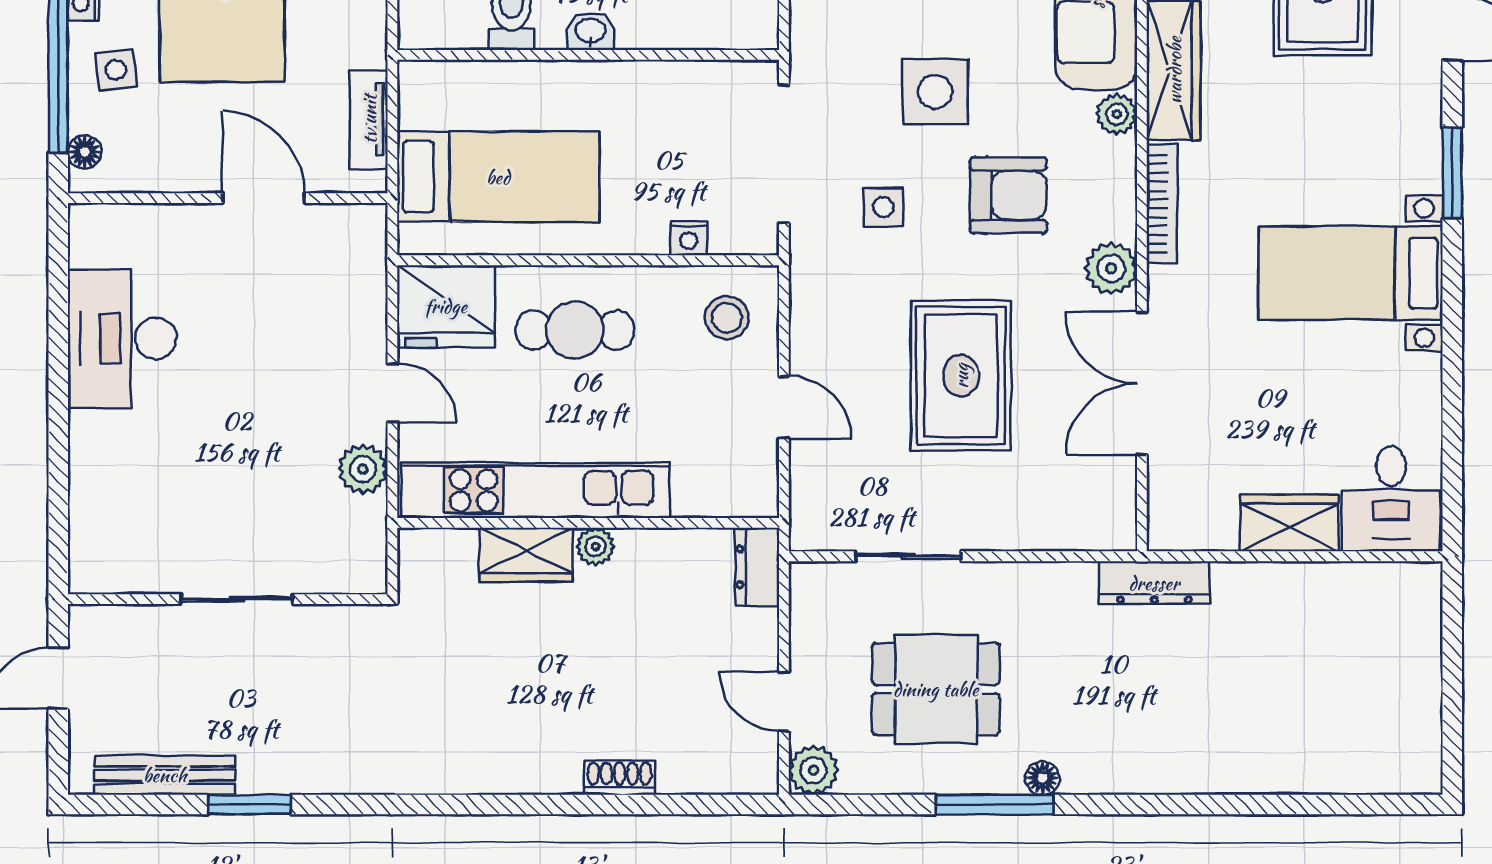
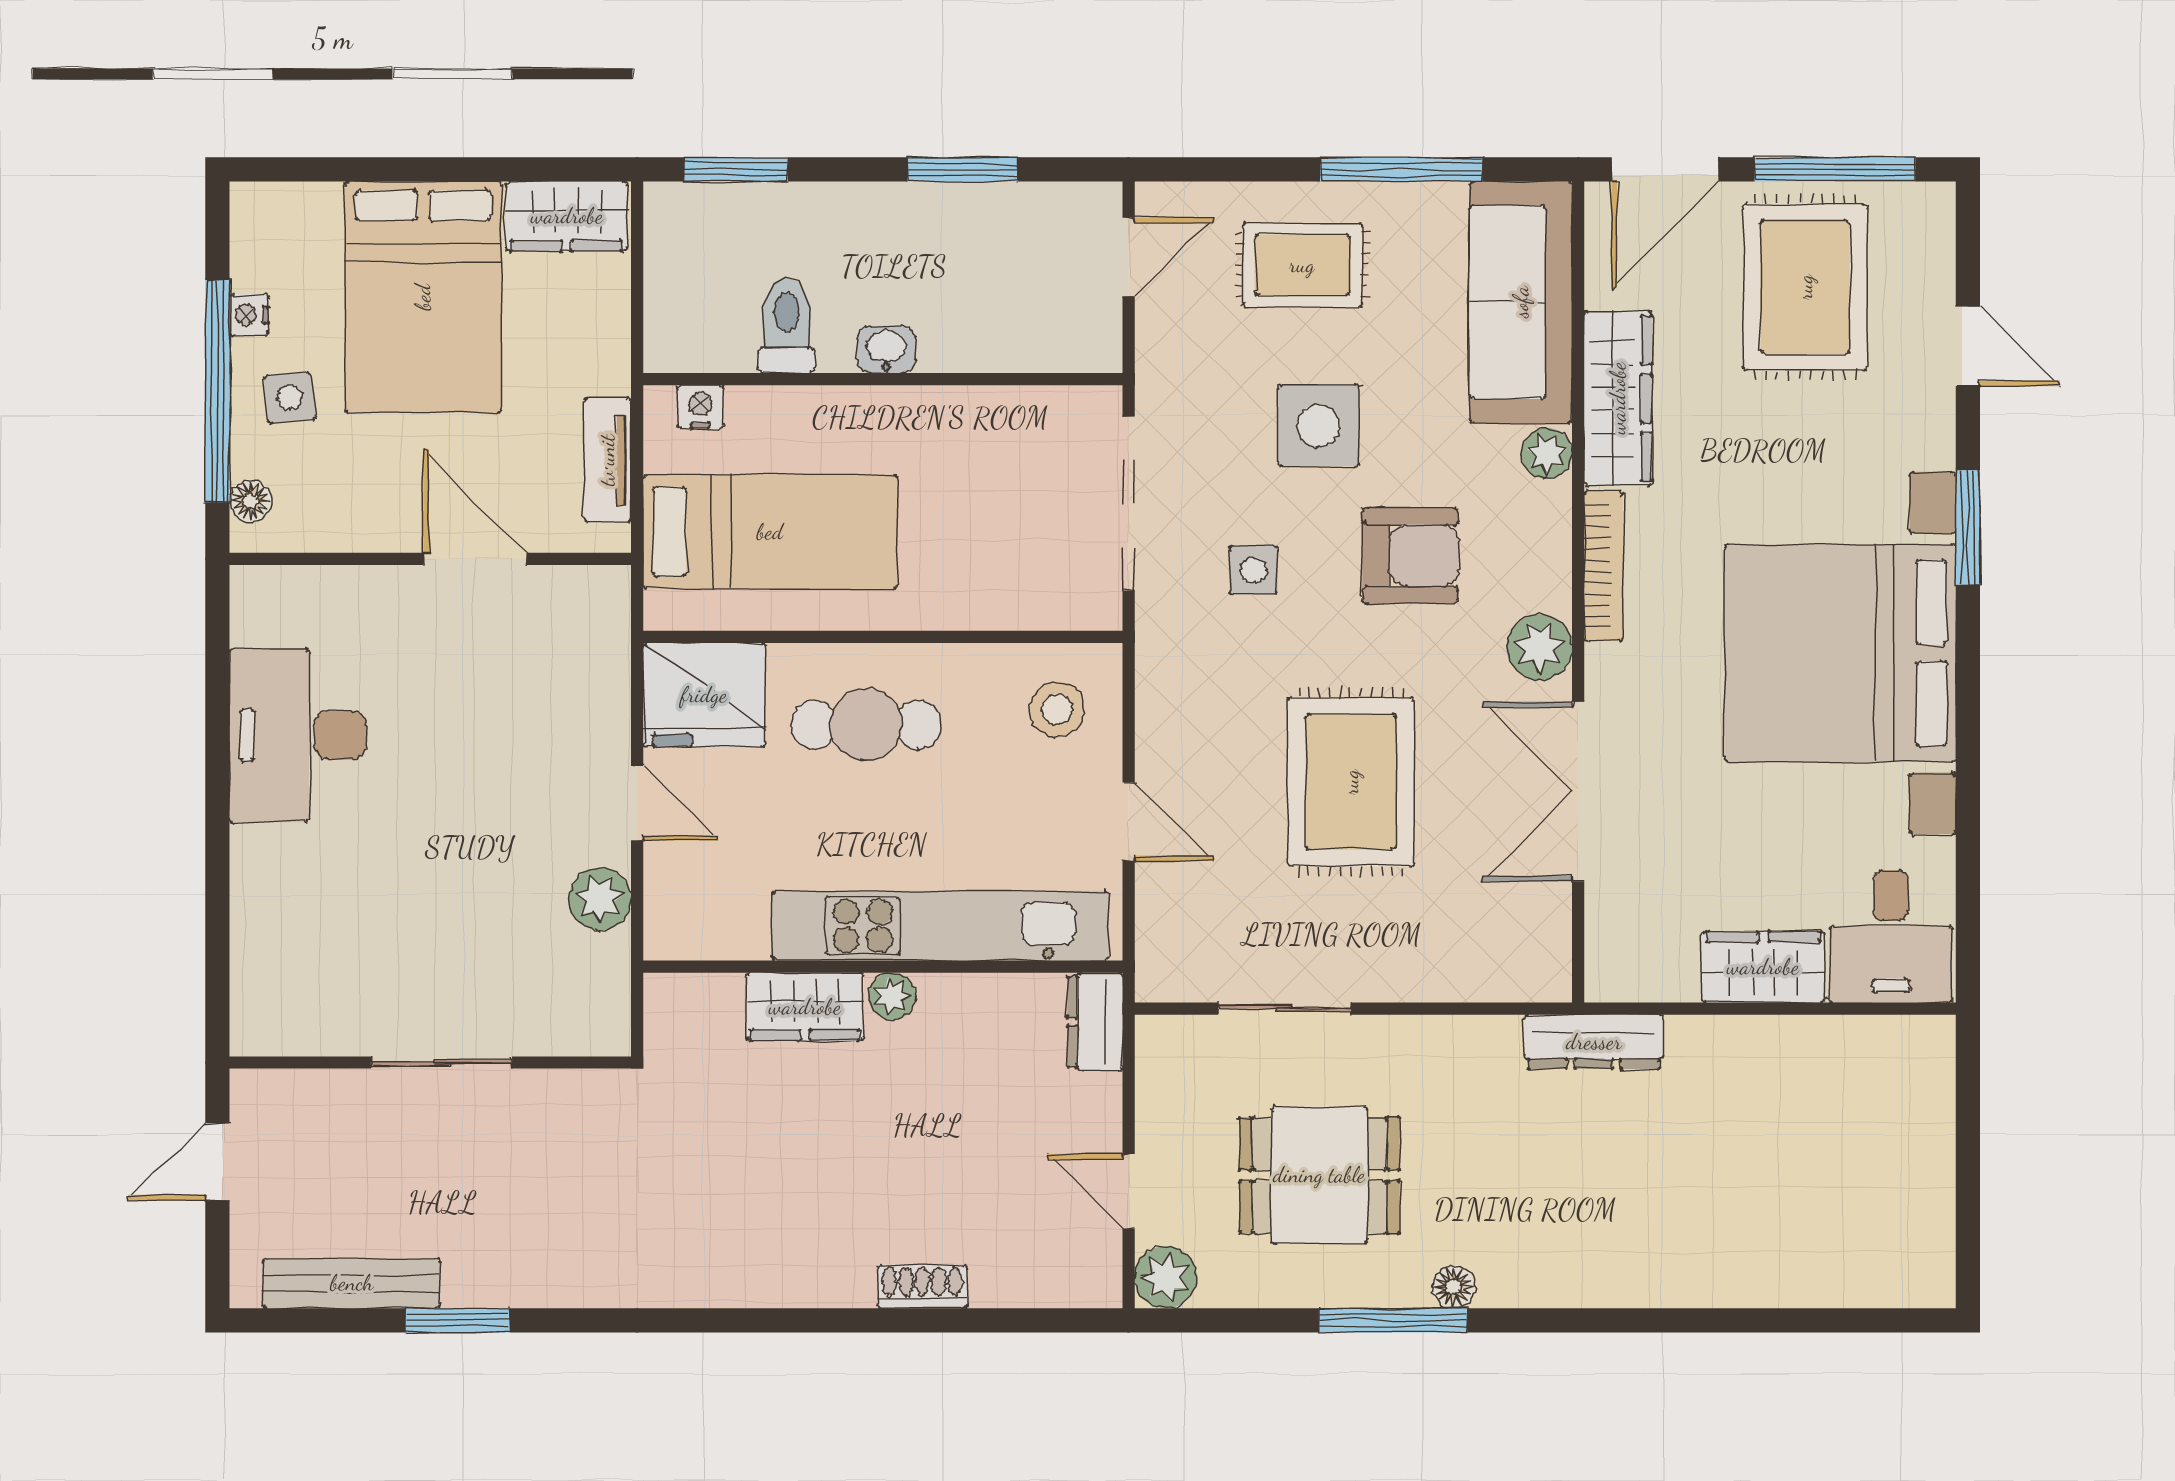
nightstand: (689, 238) -> (700, 407), moved, turned 180
bed with nightstands: (1351, 273) -> (1840, 653), width x1.85
kitchen unit: (535, 490) -> (940, 926), moved

